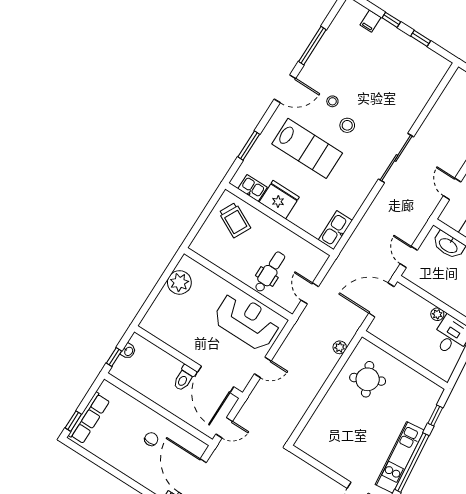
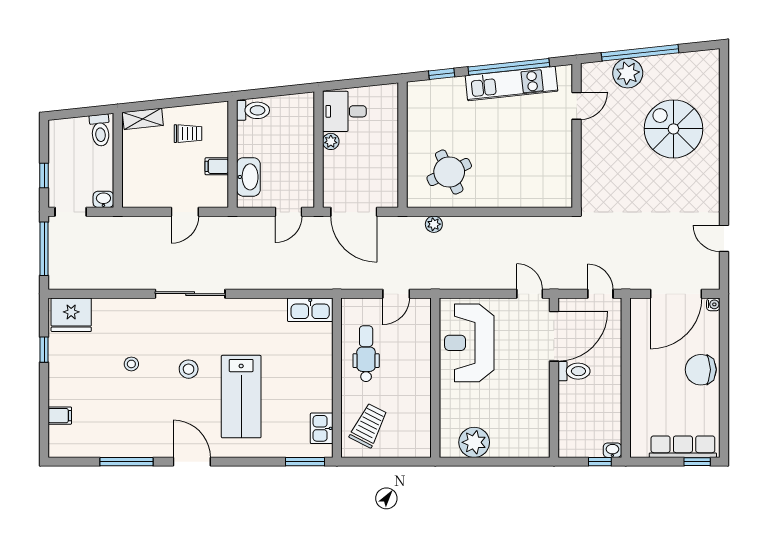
window: (391, 20) -> (44, 394), removed
stool: (332, 101) -> (131, 364), moved
window: (249, 146) -> (305, 462), moved
lab bench: (307, 148) -> (241, 397), turned 180
fridge: (279, 200) -> (71, 315), moved, turned -90
dental chair: (270, 272) -> (366, 354), moved, turned 90
washbasin: (128, 351) -> (612, 450), moved
door: (263, 367) -> (530, 294), moved
chair: (151, 439) -> (701, 370), moved, width x1.87, depth x1.87

